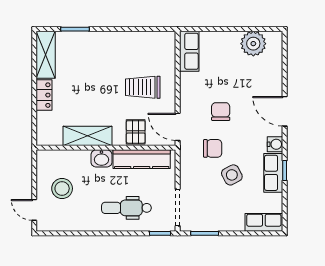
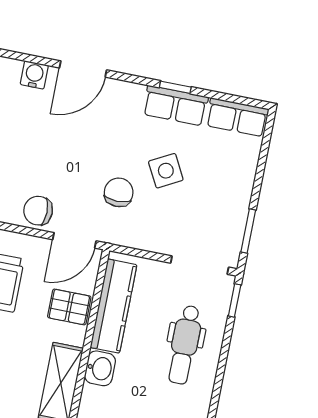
chair: (221, 112) -> (38, 211), moved
water cooler: (275, 144) -> (34, 75), moved
row of seats: (264, 222) -> (237, 117), moved, turned -90

